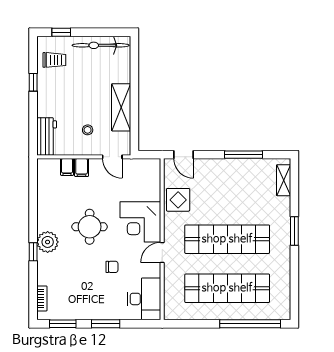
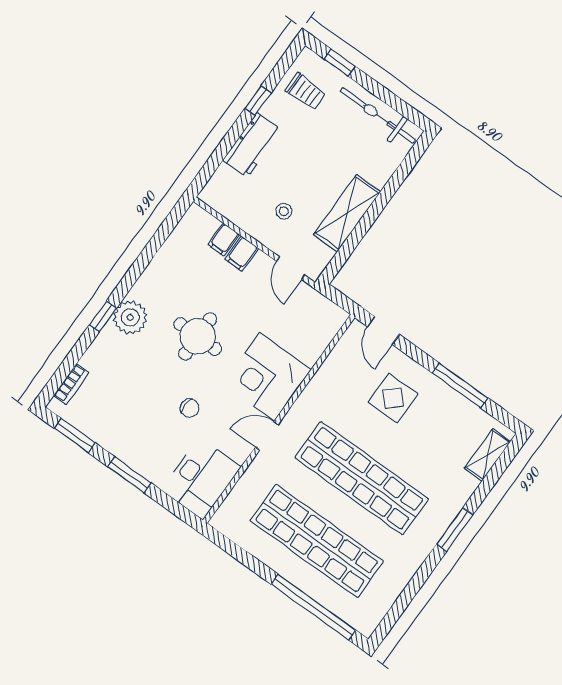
workbench: (47, 136) -> (252, 145), moved
display table: (178, 200) -> (393, 398), moved

